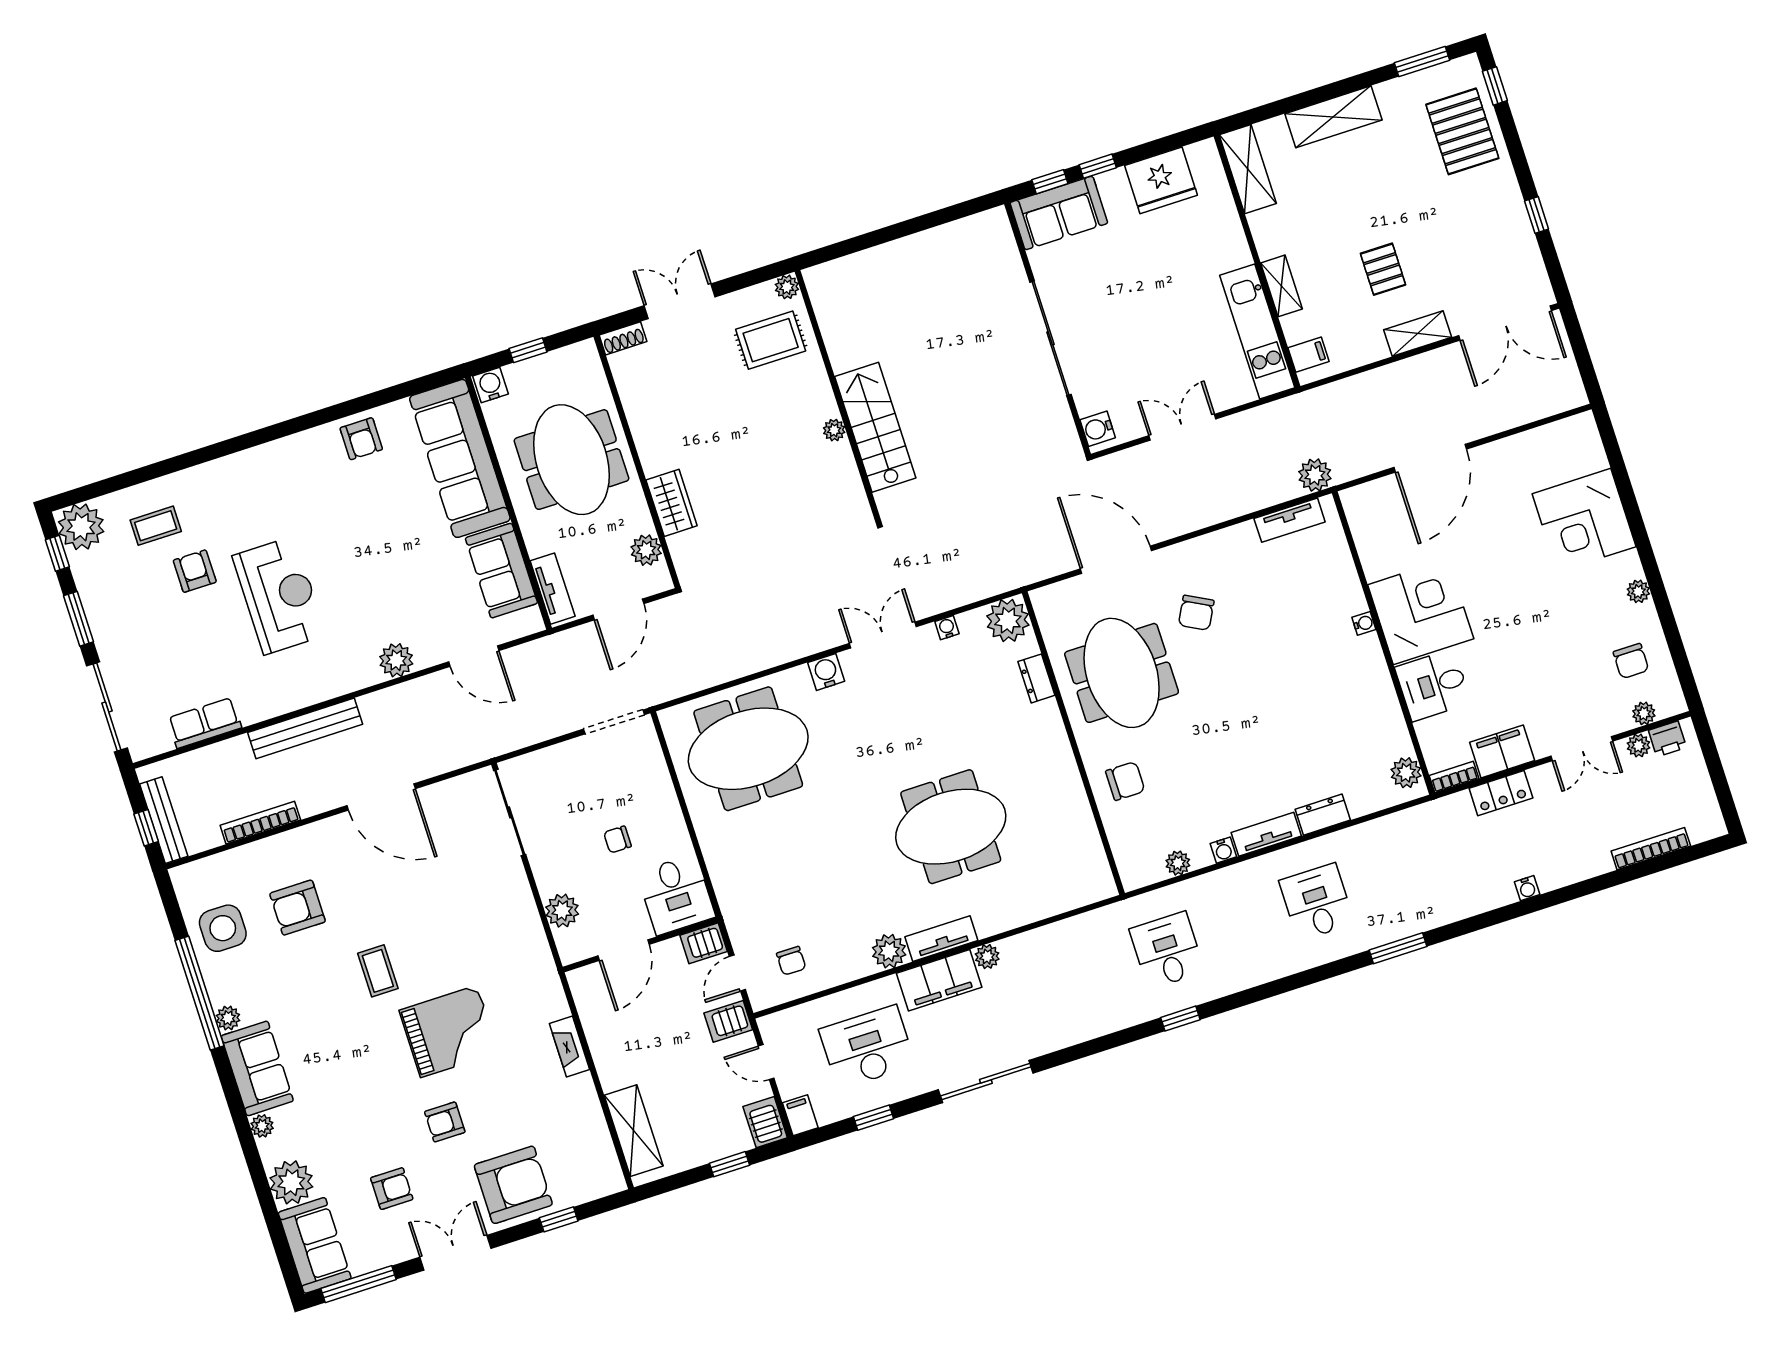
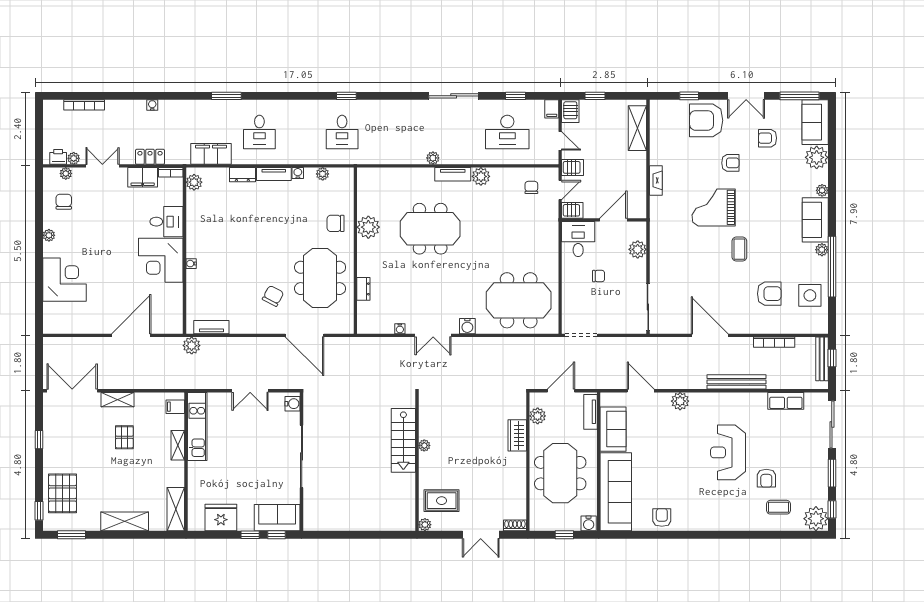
plant: (1008, 620) -> (368, 227), moved
filing cabinet: (939, 980) -> (211, 154), moved

